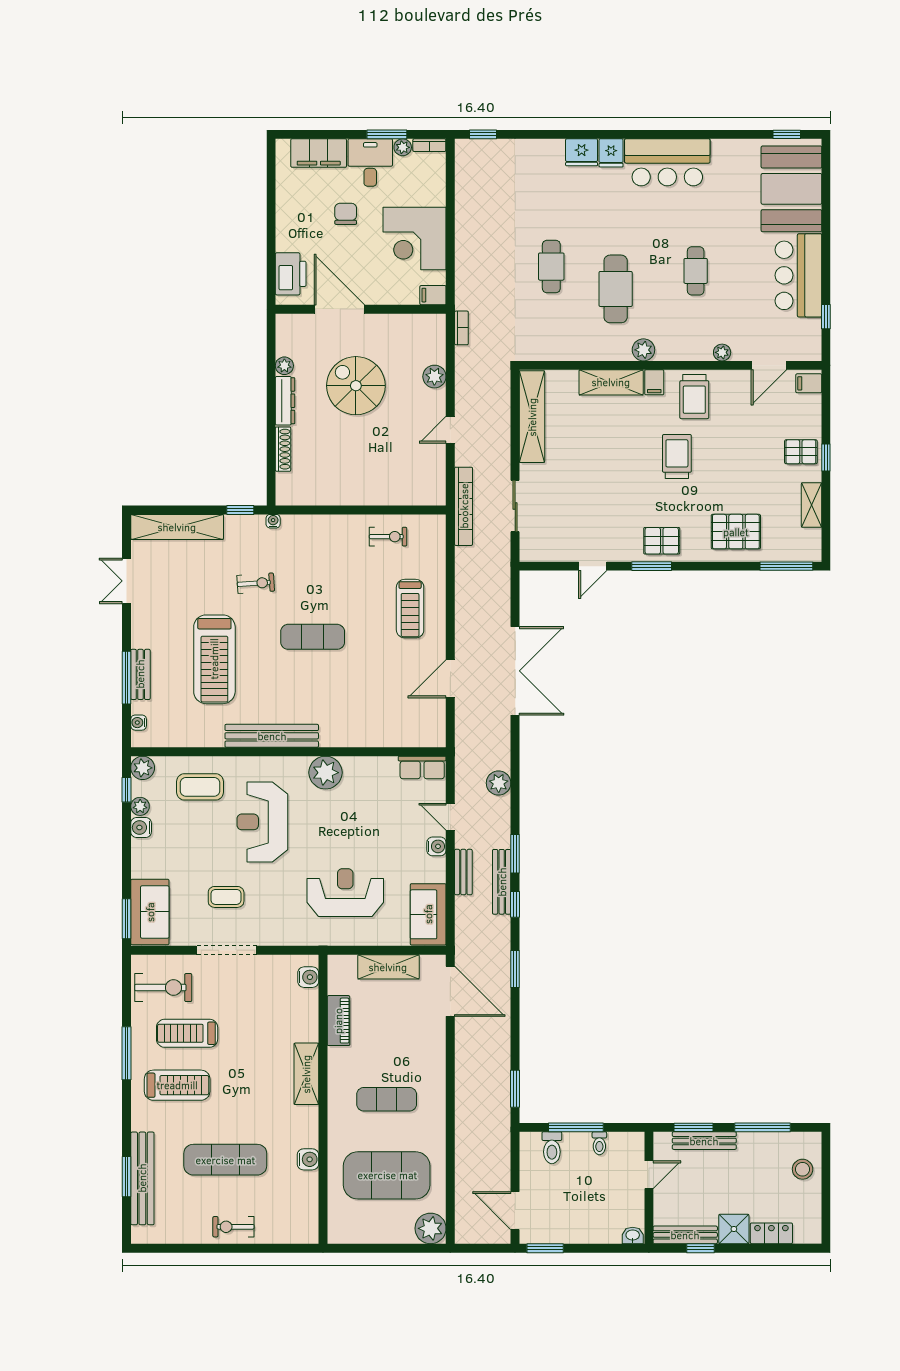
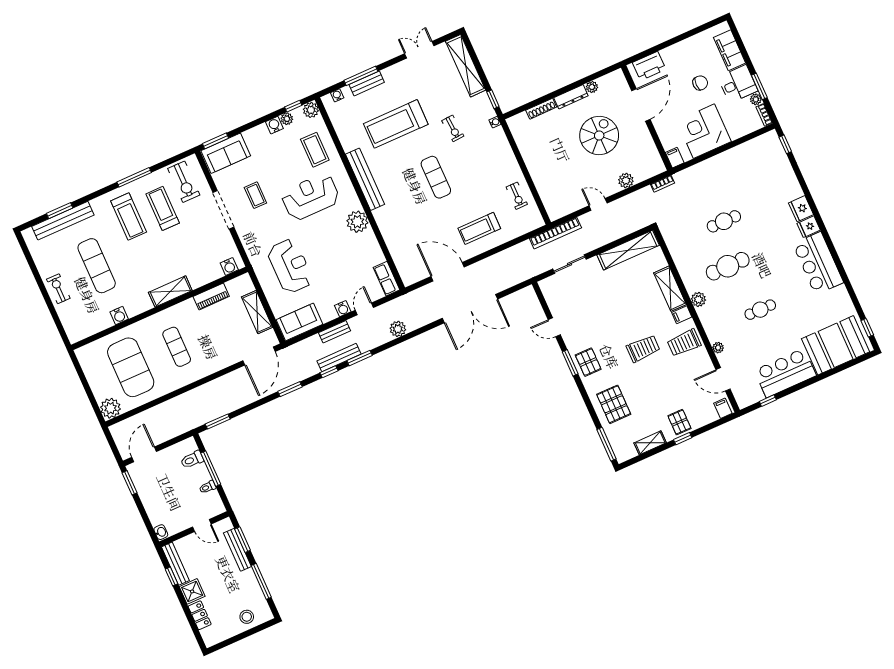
door: (450, 679) -> (448, 272), width x1.36

